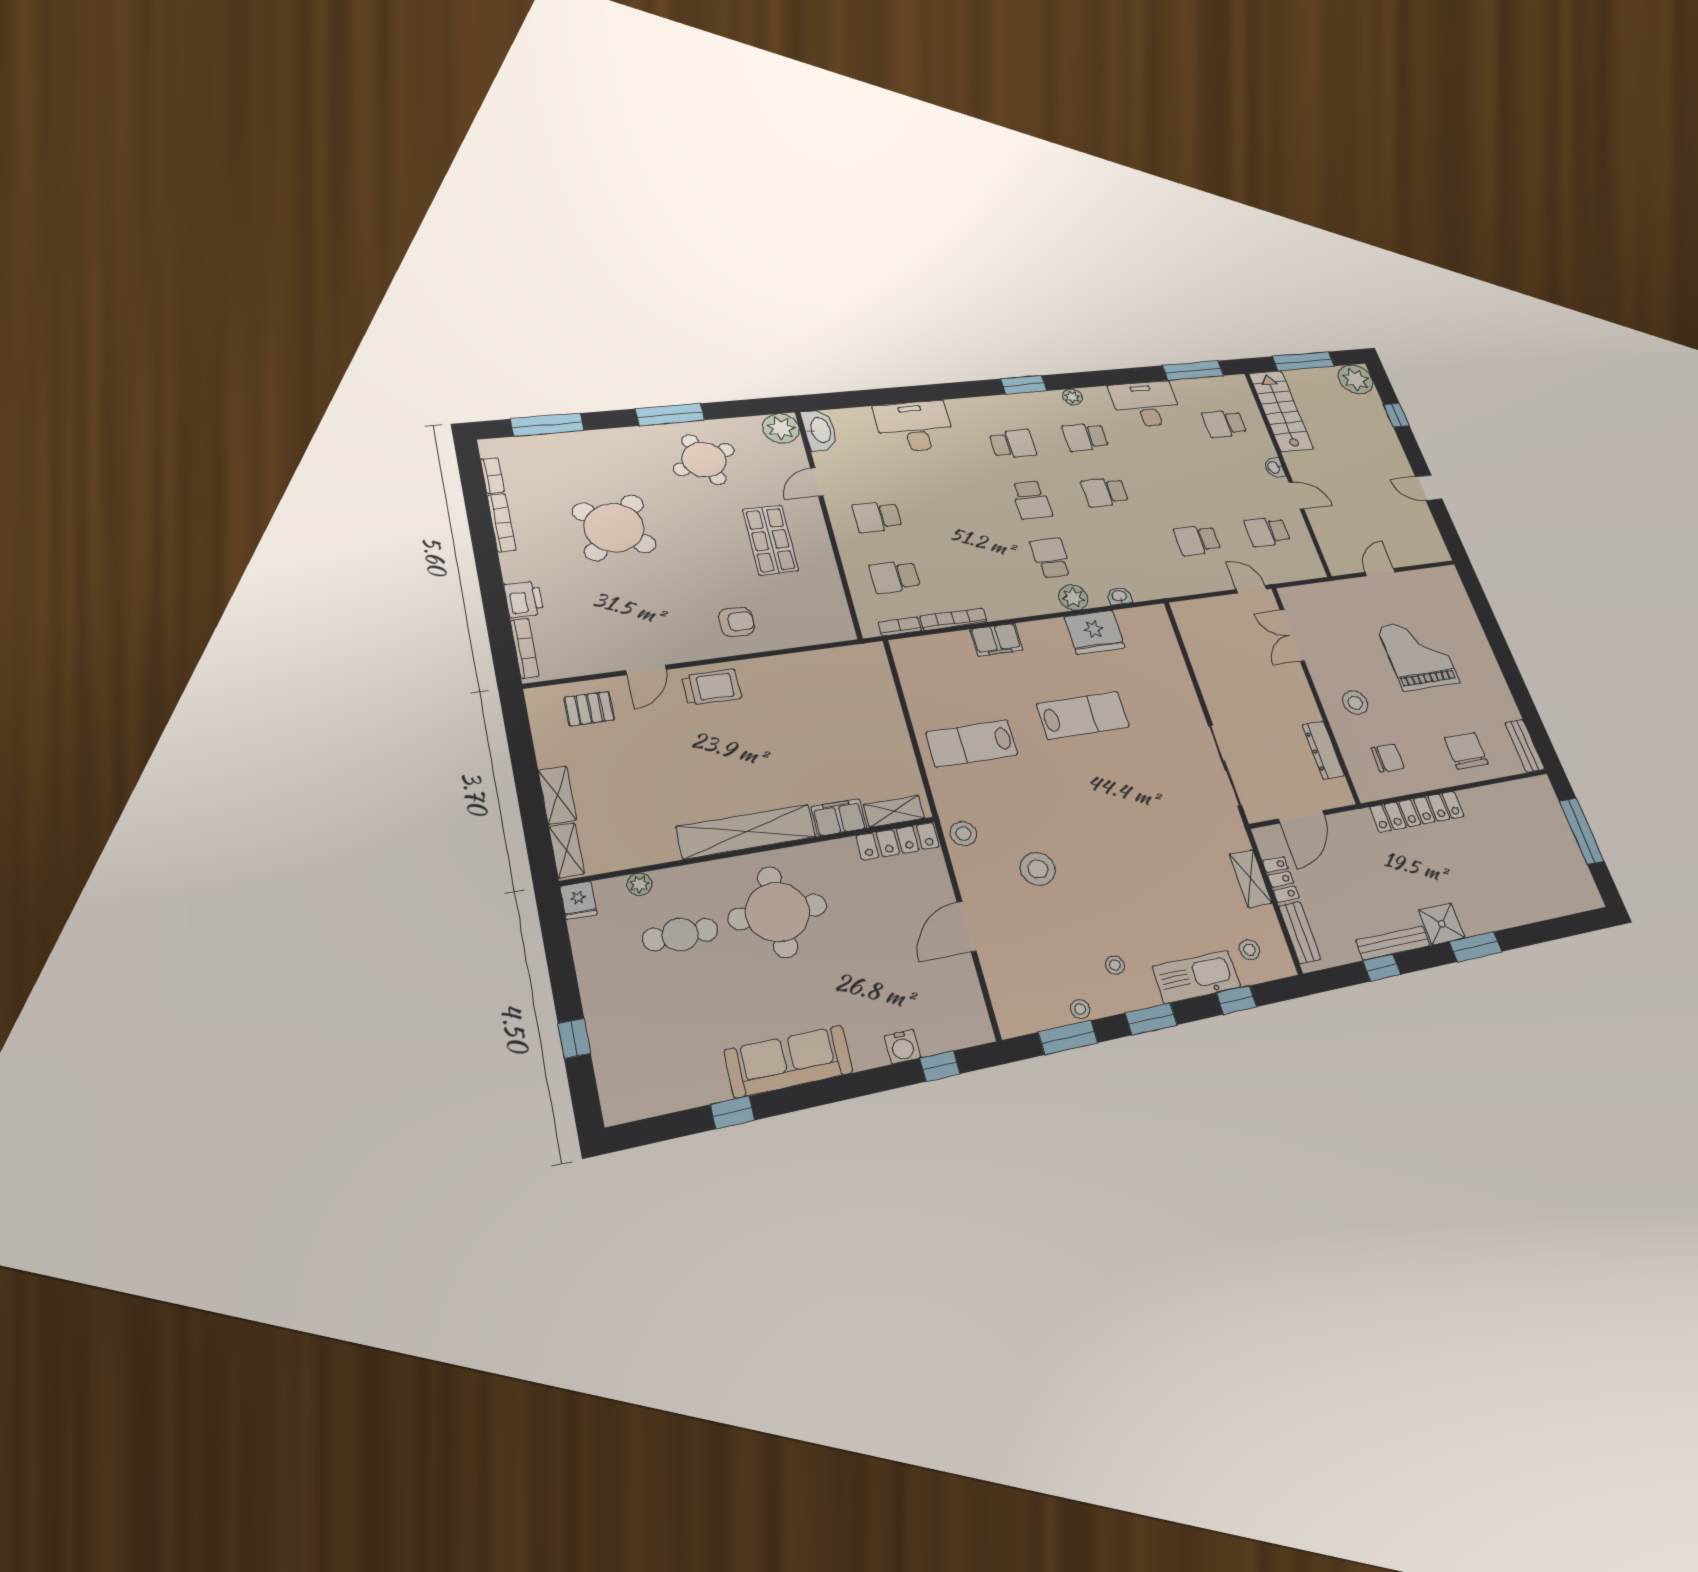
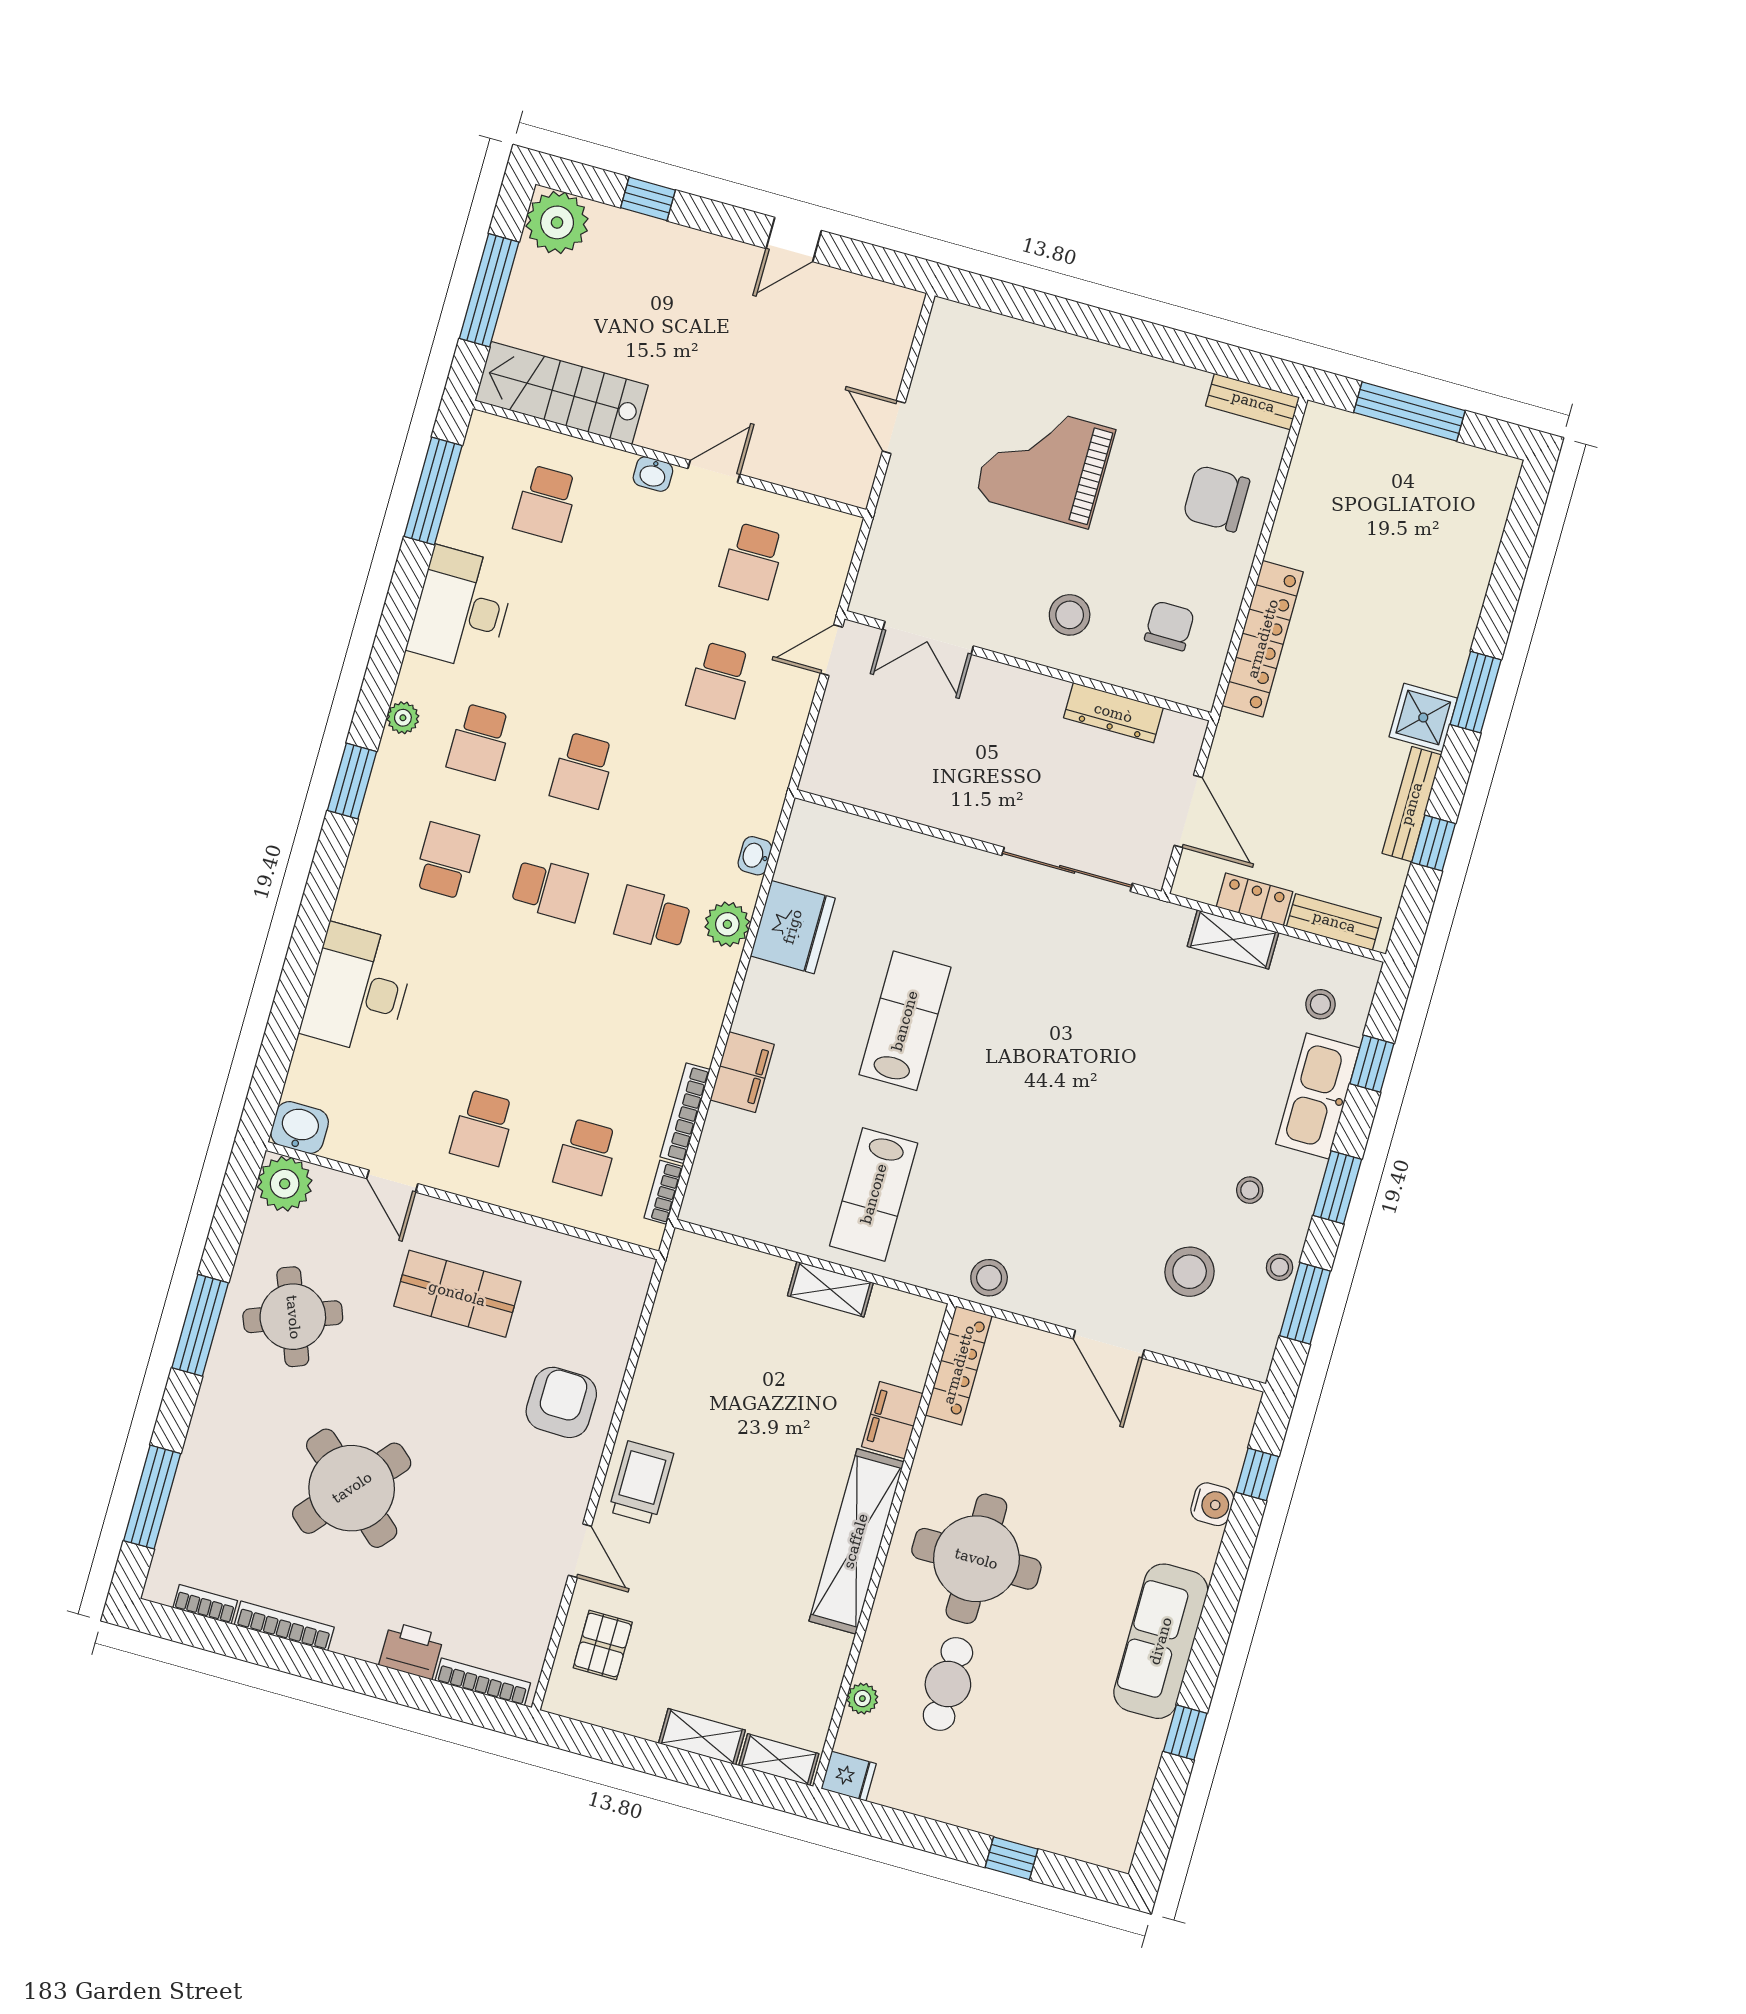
washbasin: (820, 430) -> (300, 1128), width x0.72
armchair: (737, 622) -> (561, 1402), width x1.38, depth x1.38
shelving: (894, 811) -> (830, 1289), moved, turned 90
stool: (1038, 869) -> (1190, 1272), moved

